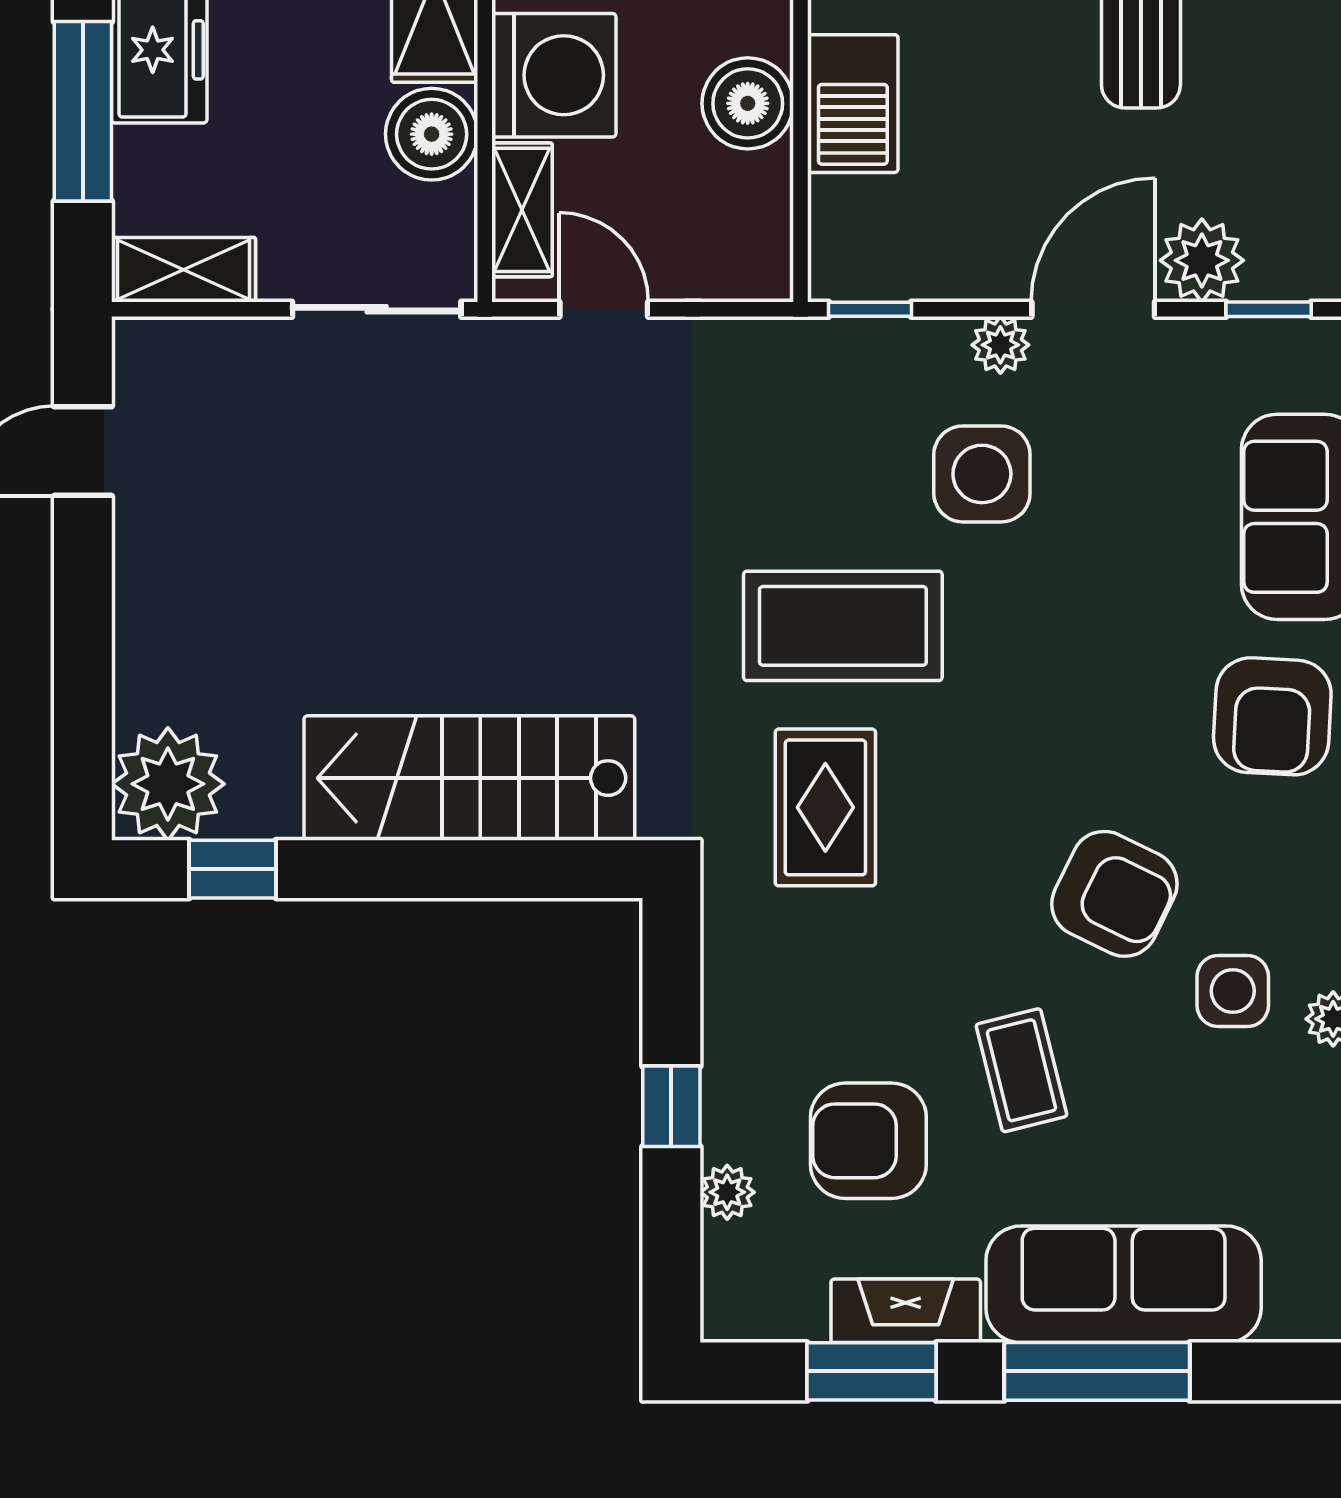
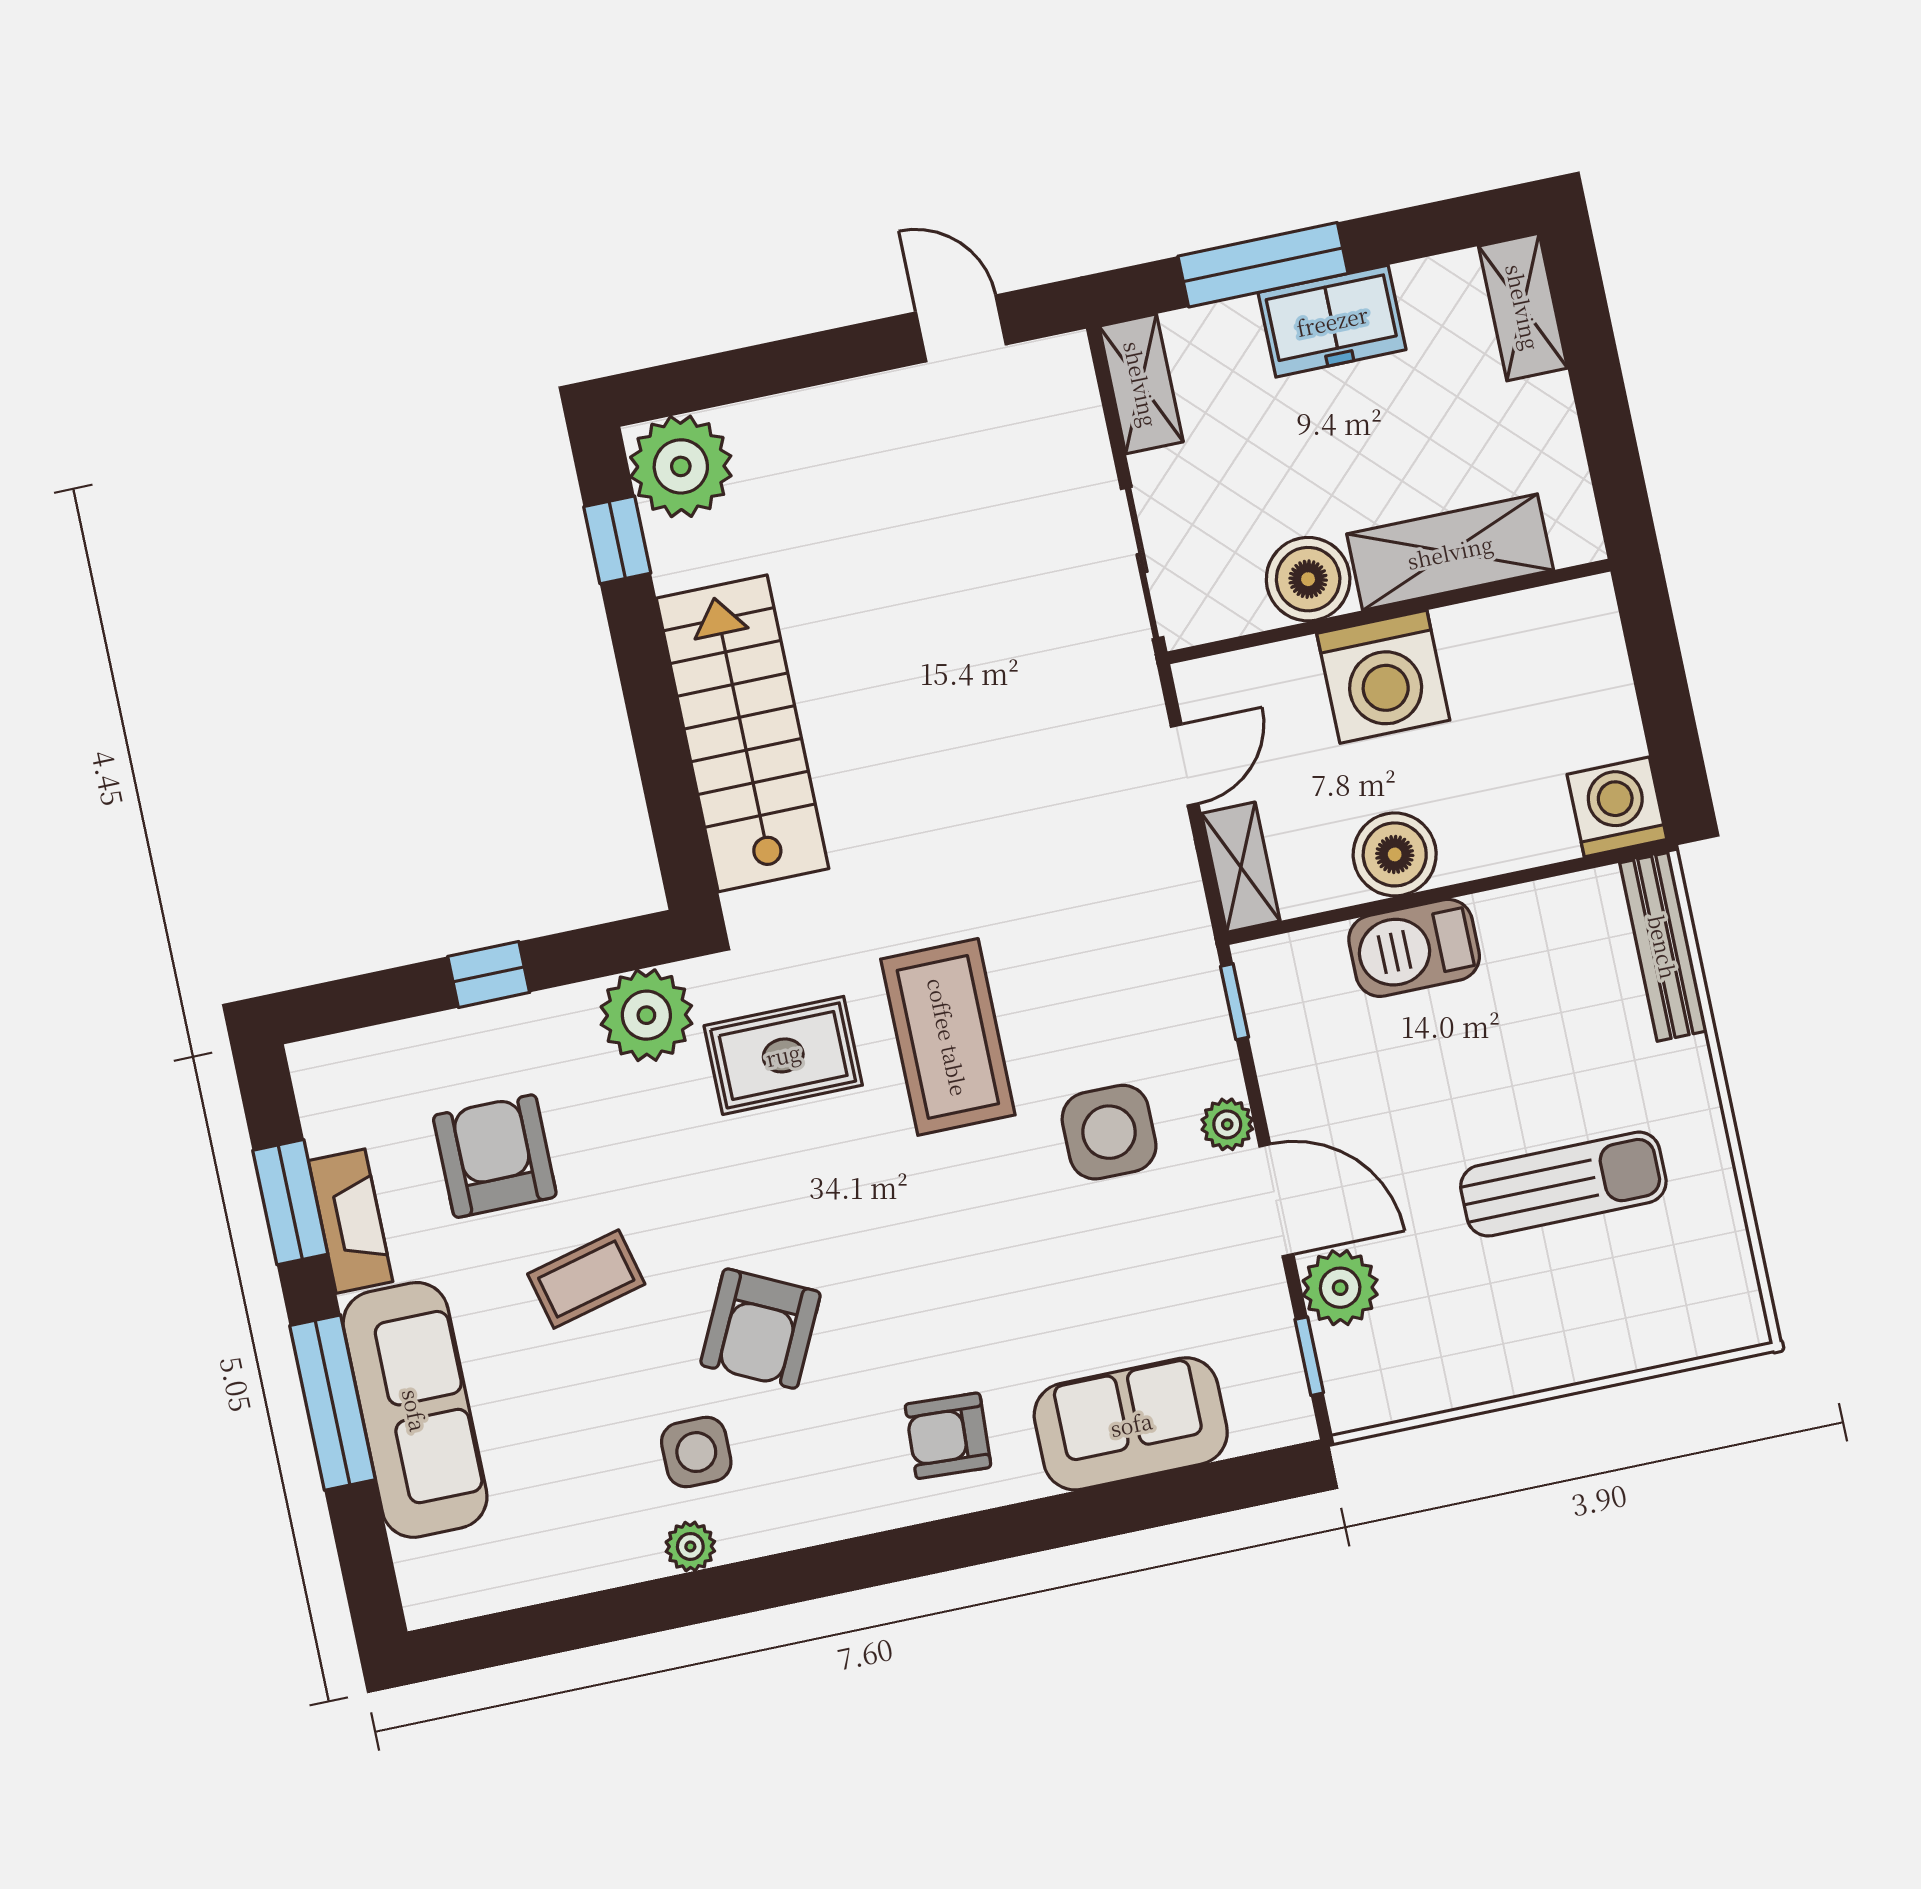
shelving: (522, 210) -> (1241, 867), moved, turned 90
armchair: (1272, 716) -> (948, 1436), width x0.72, depth x0.72
plant: (727, 1192) -> (646, 1015), moved, width x1.87, depth x1.87

